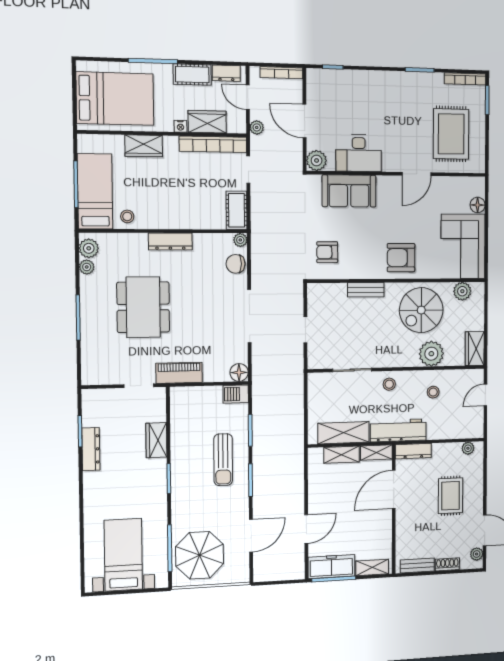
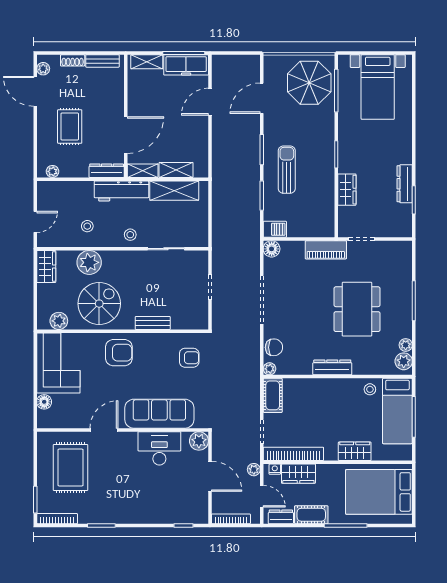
nightstand: (180, 126) -> (275, 469), moved
sofa: (349, 191) -> (159, 414), width x1.36

